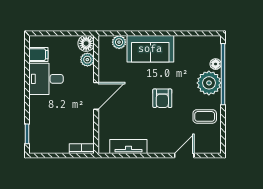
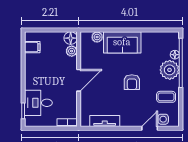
desk: (46, 79) -> (38, 103), moved
side table: (201, 144) -> (163, 119), added

